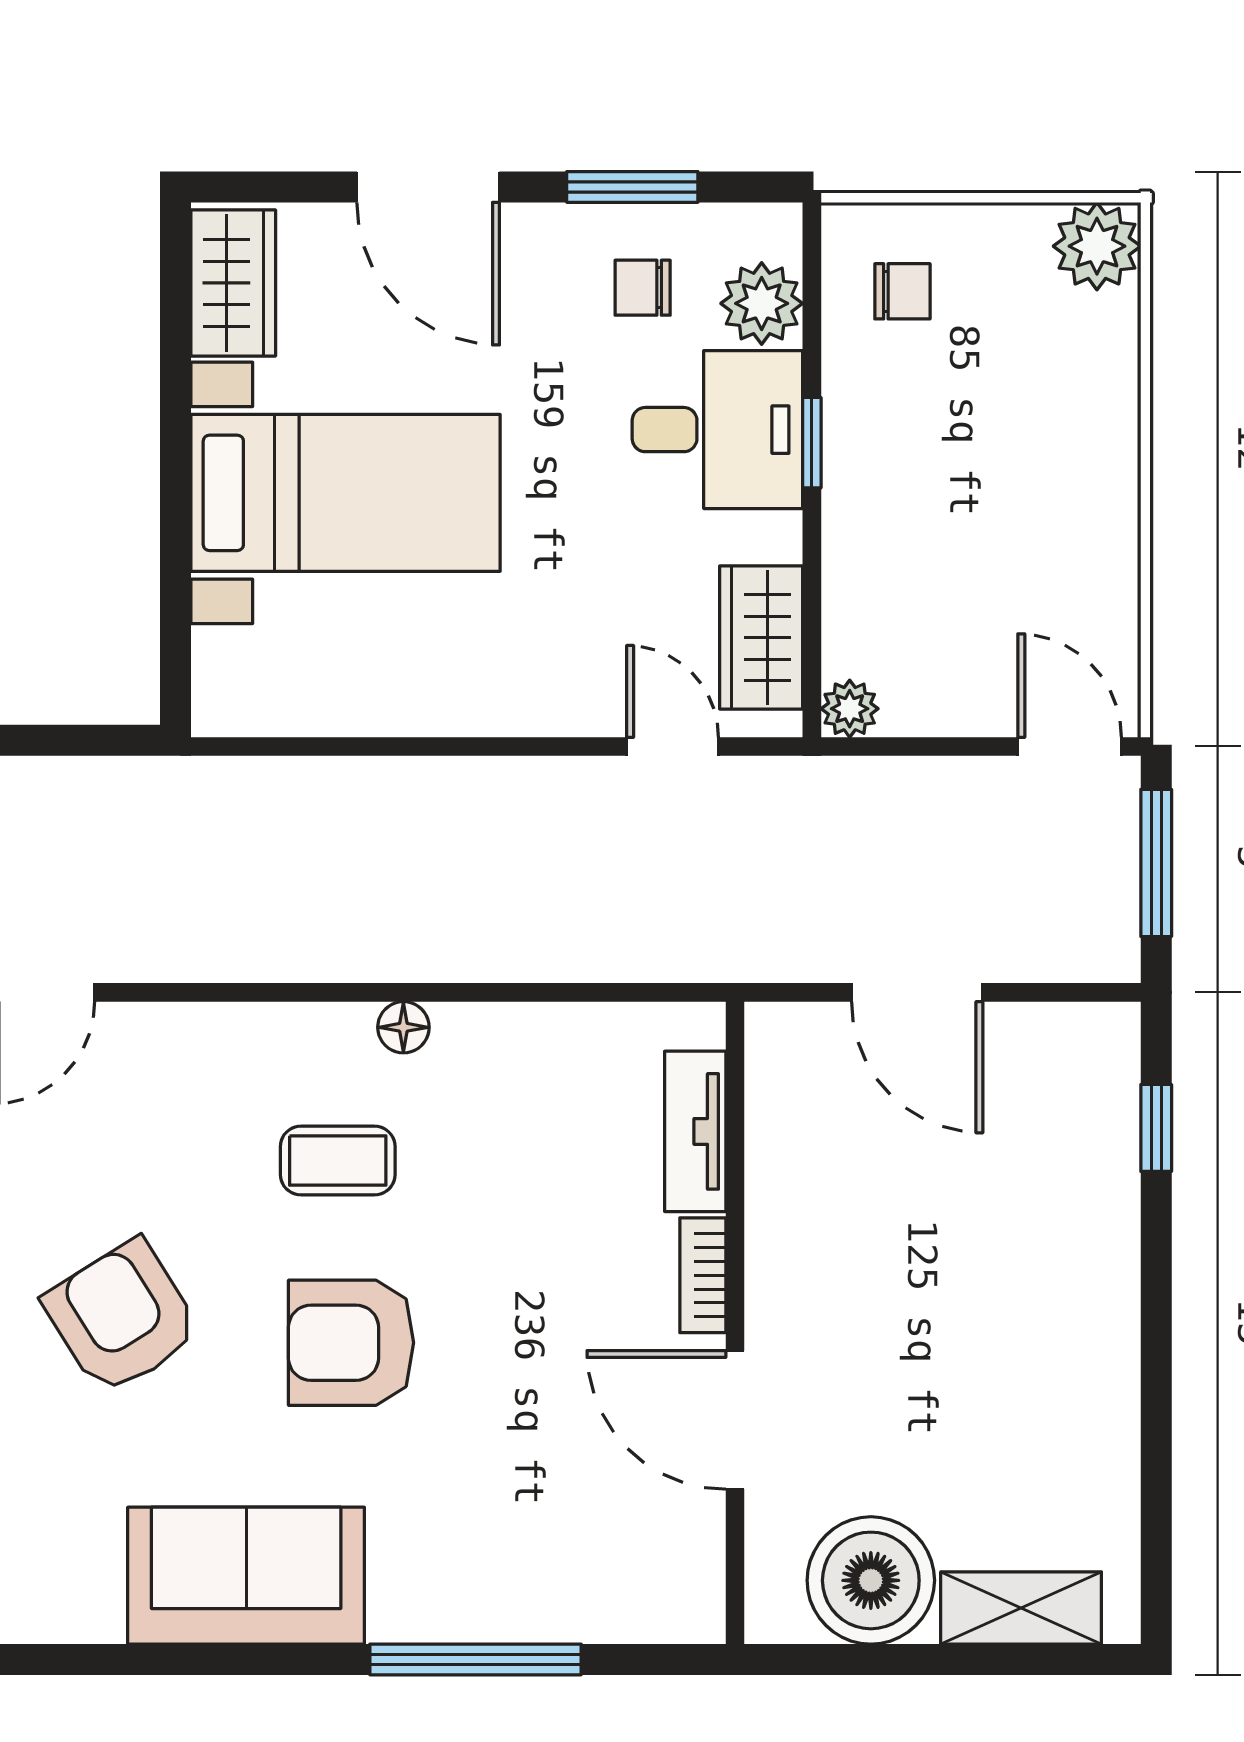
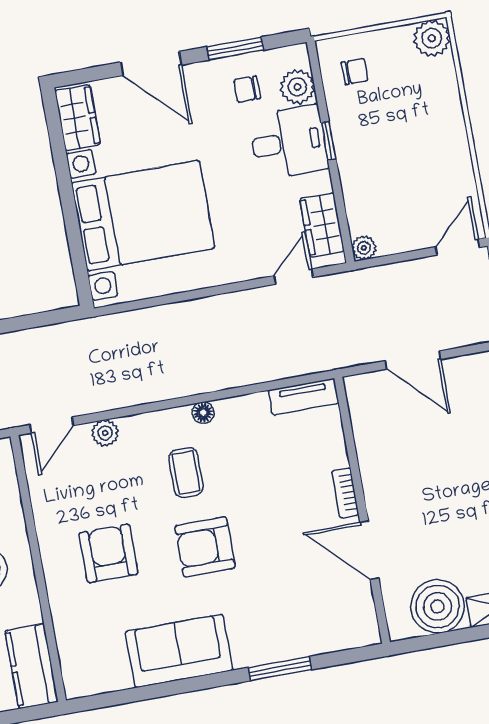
bed with nightstands: (346, 493) -> (143, 216), width x1.36
door: (673, 746) -> (293, 277), hinge flipped
door: (1070, 746) -> (458, 247), hinge flipped
plant: (165, 1034) -> (105, 433), added
tv unit: (695, 1131) -> (304, 397), moved, turned -90
coffee table: (338, 1161) -> (186, 473), turned 90
armchair: (122, 1317) -> (108, 553), turned 32
window: (475, 1659) -> (280, 669), width x0.69

